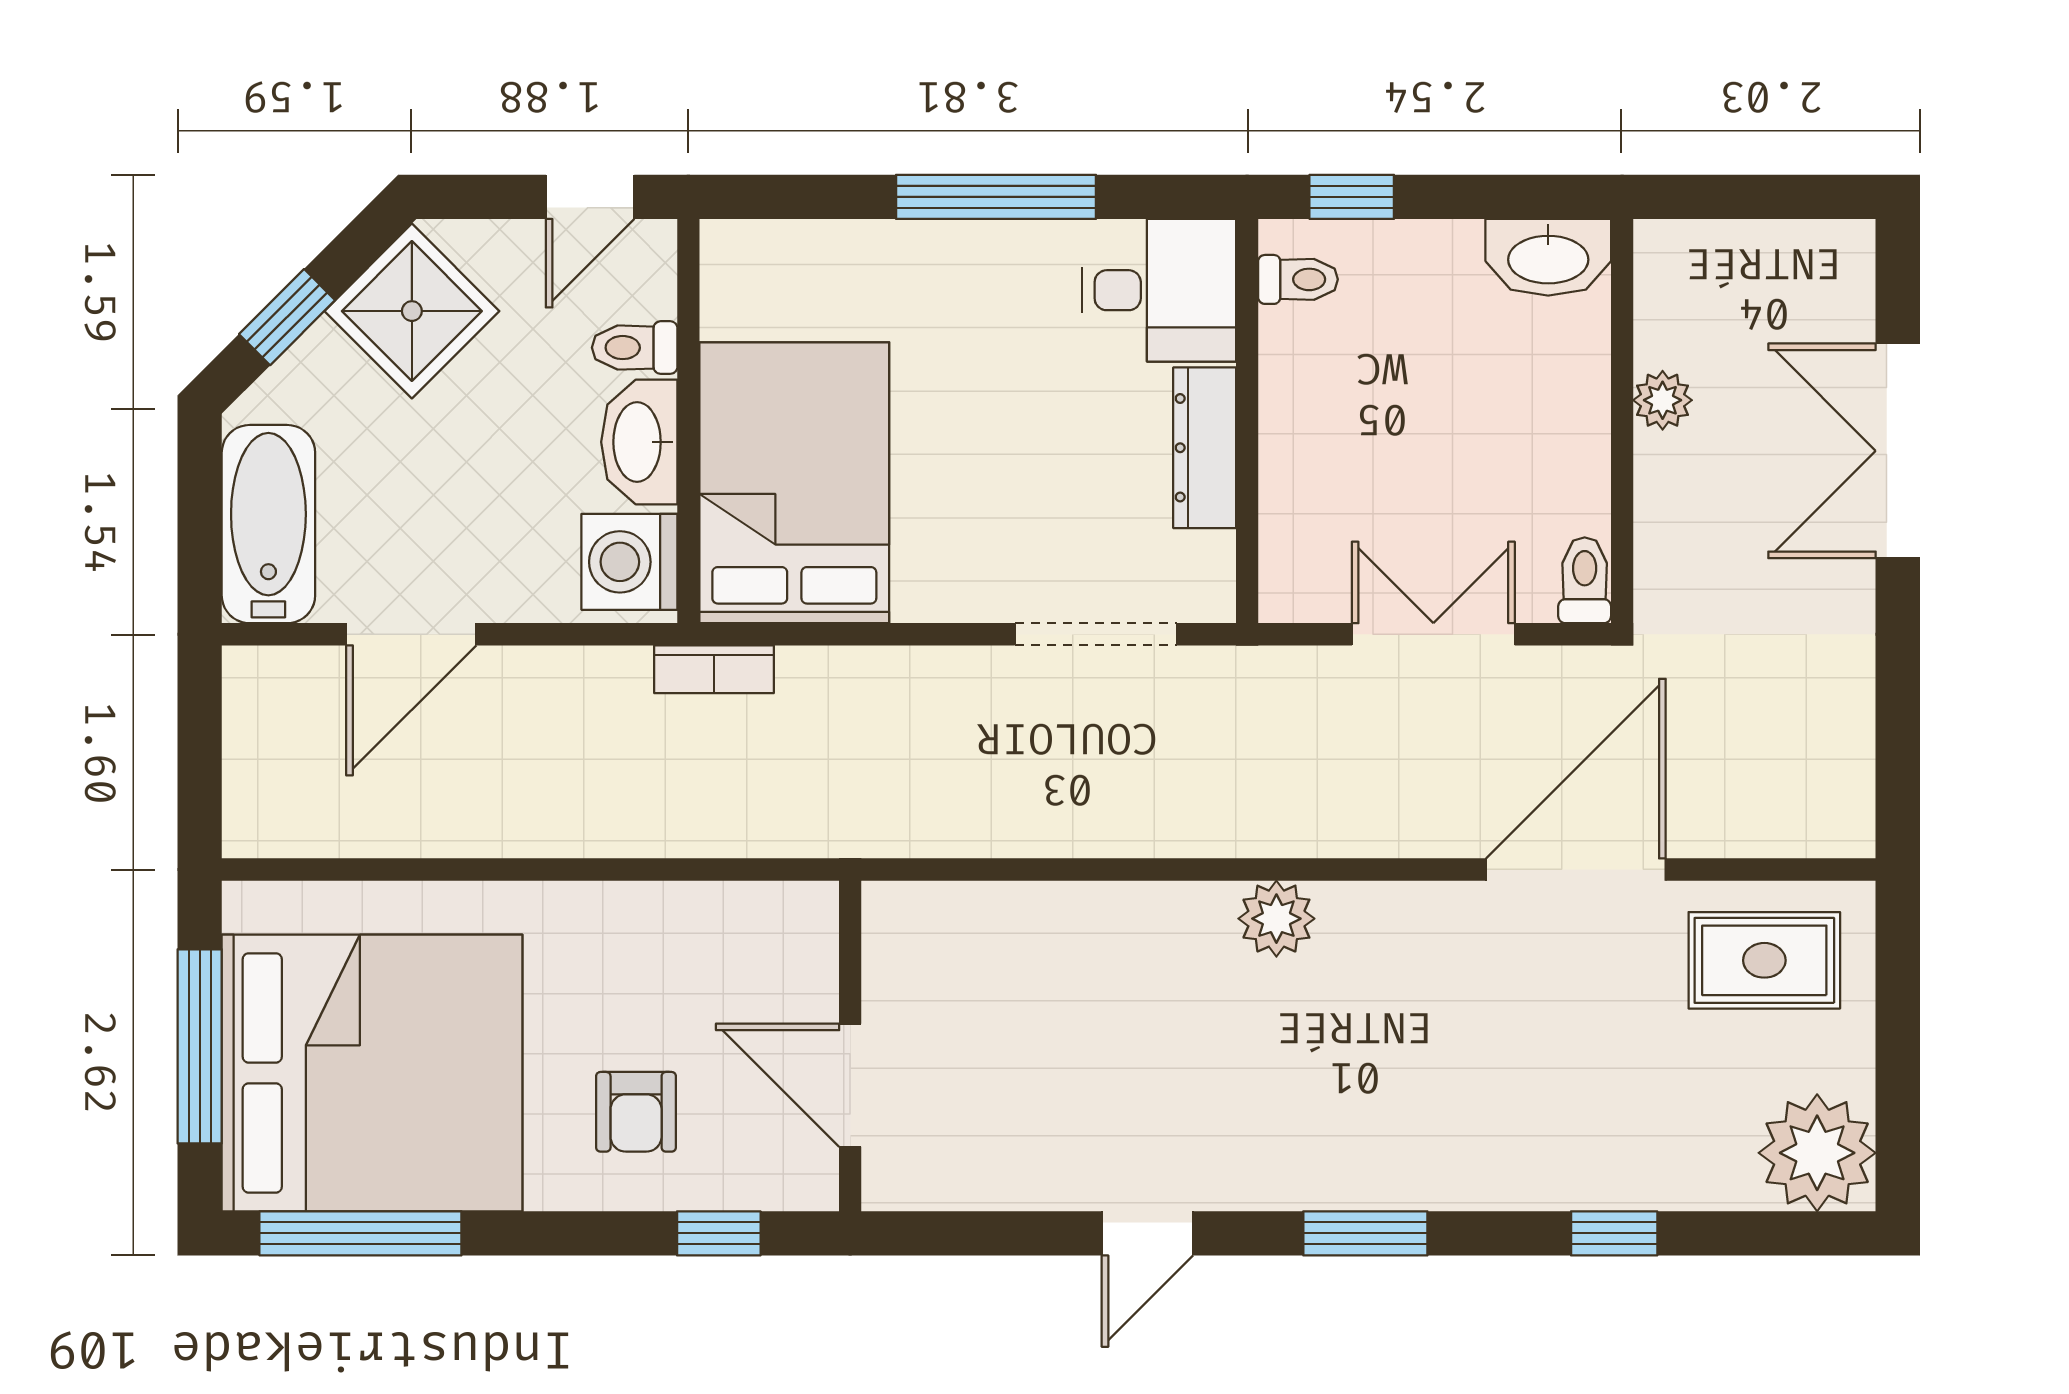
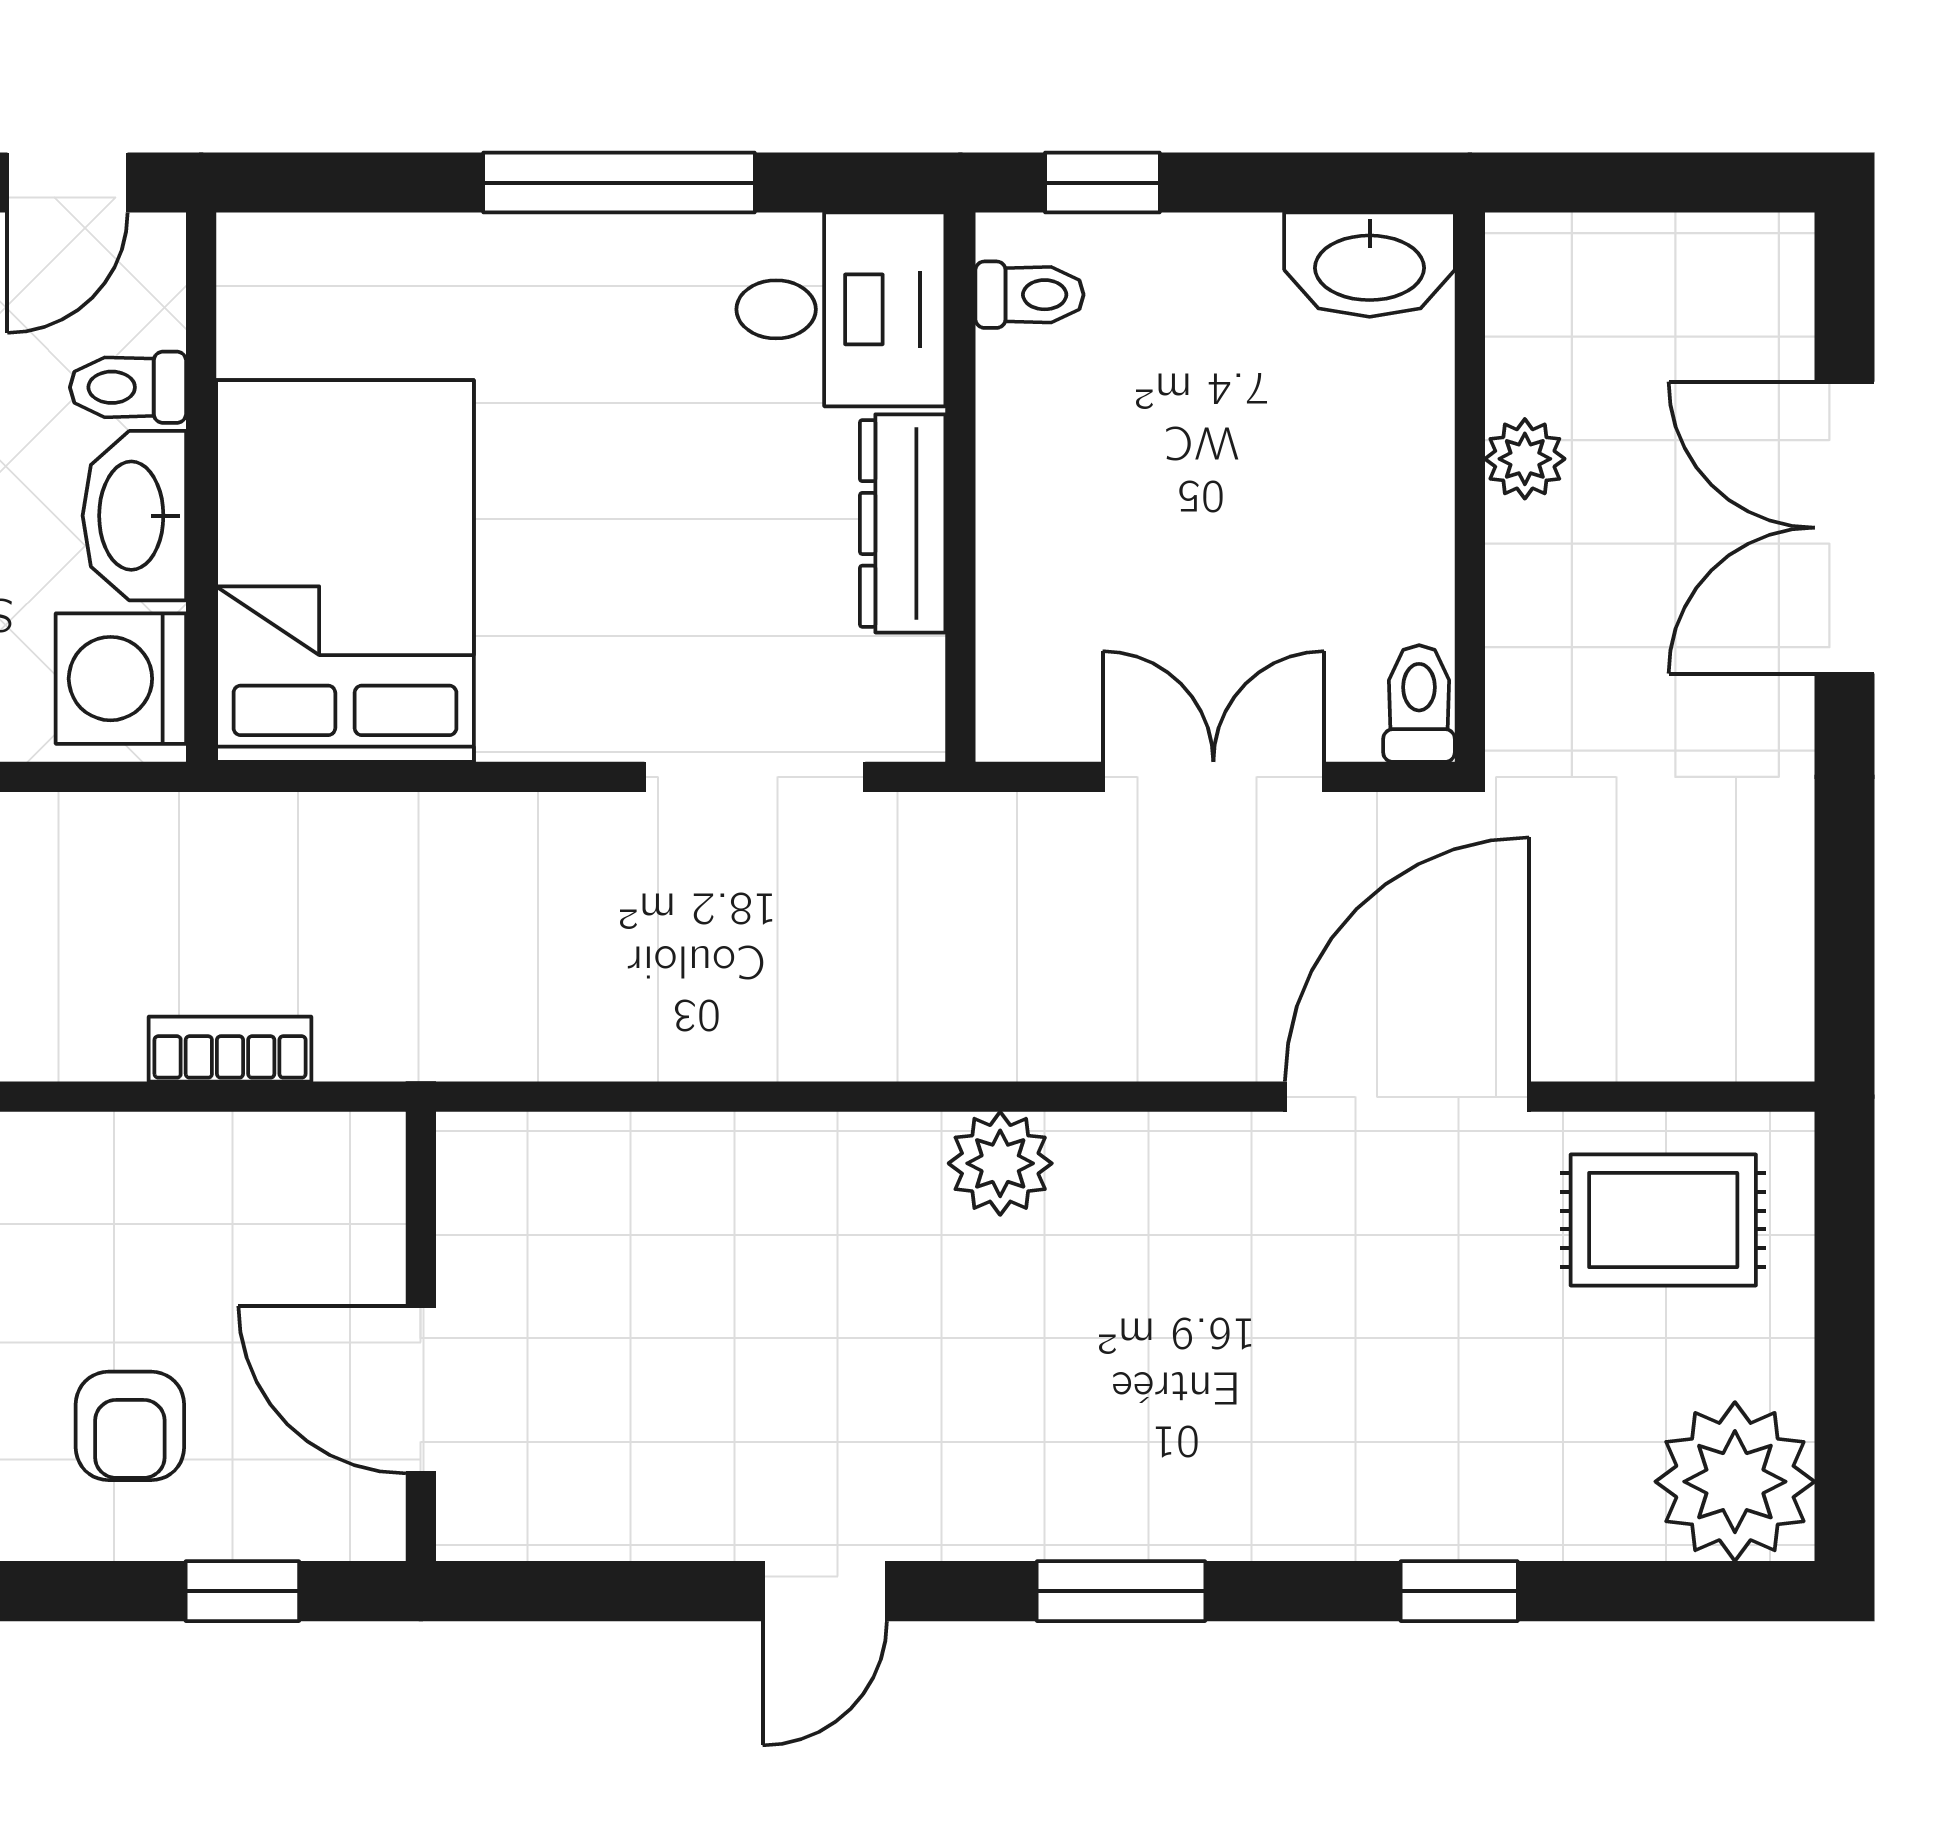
bookcase: (714, 669) -> (230, 1049), moved, turned 180

